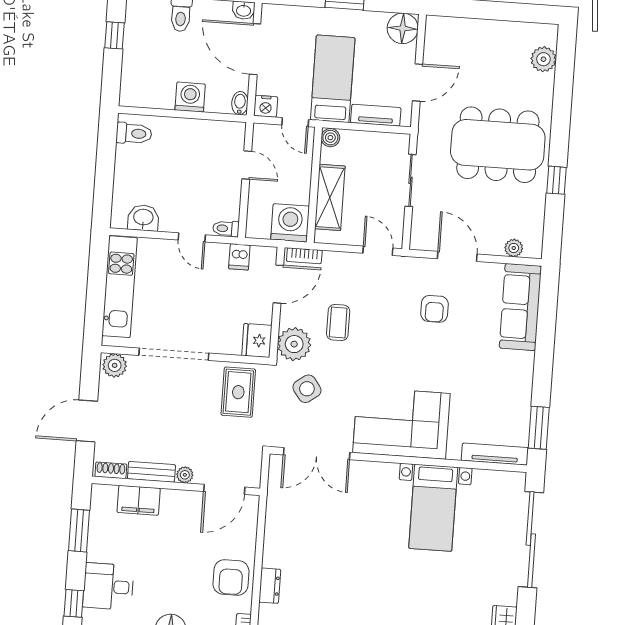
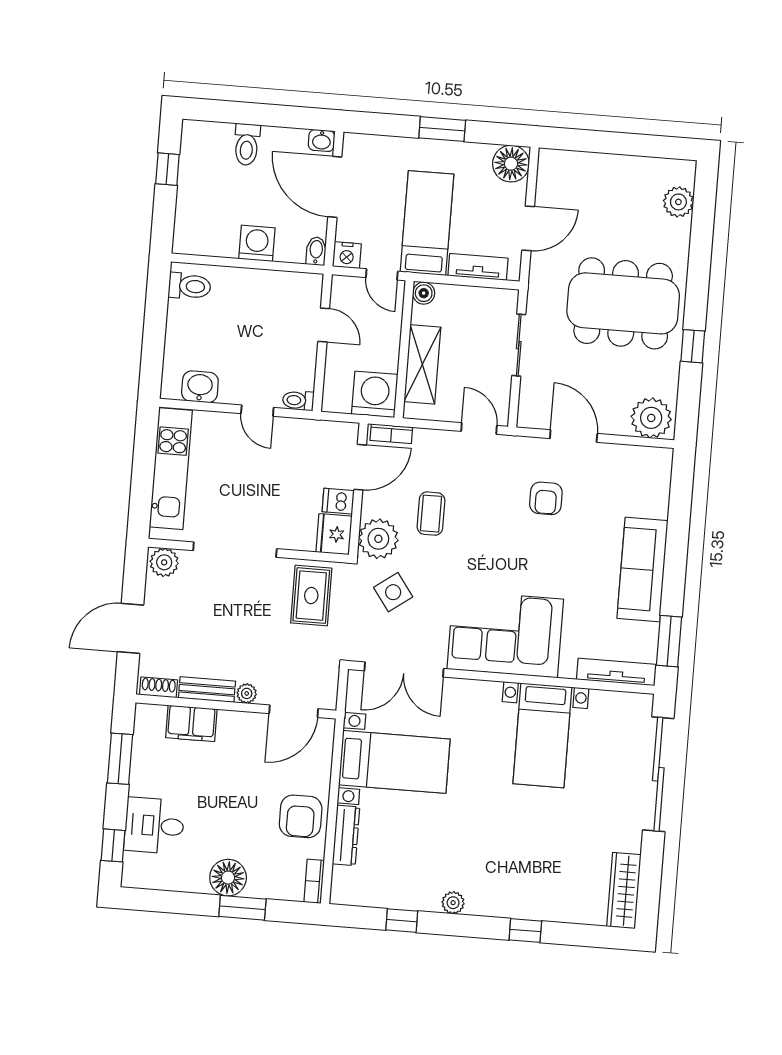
plant: (514, 248) -> (651, 418), width x1.87, depth x1.87
dishwasher: (239, 257) -> (338, 501), moved, turned 90
sofa: (520, 307) -> (643, 569), moved
bed with nightstands: (309, 531) -> (394, 762), added
dresser: (270, 586) -> (346, 835), width x1.44

